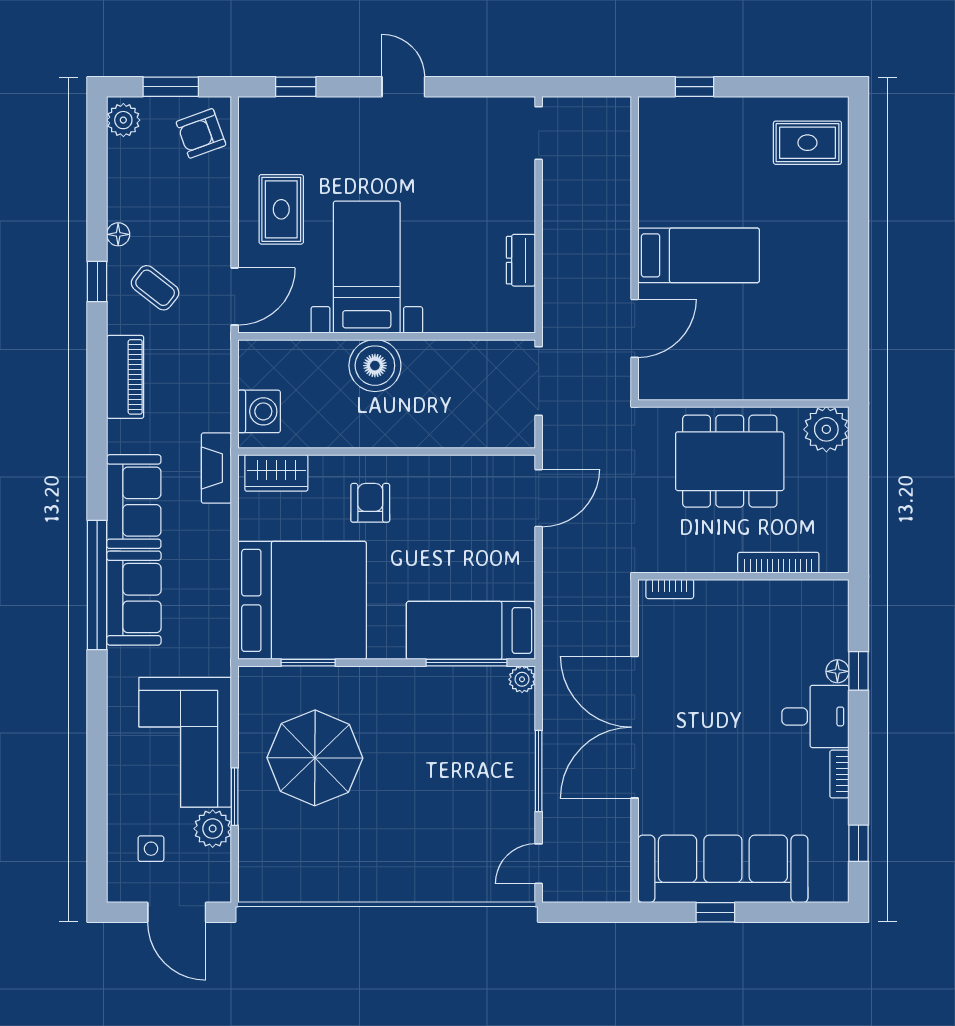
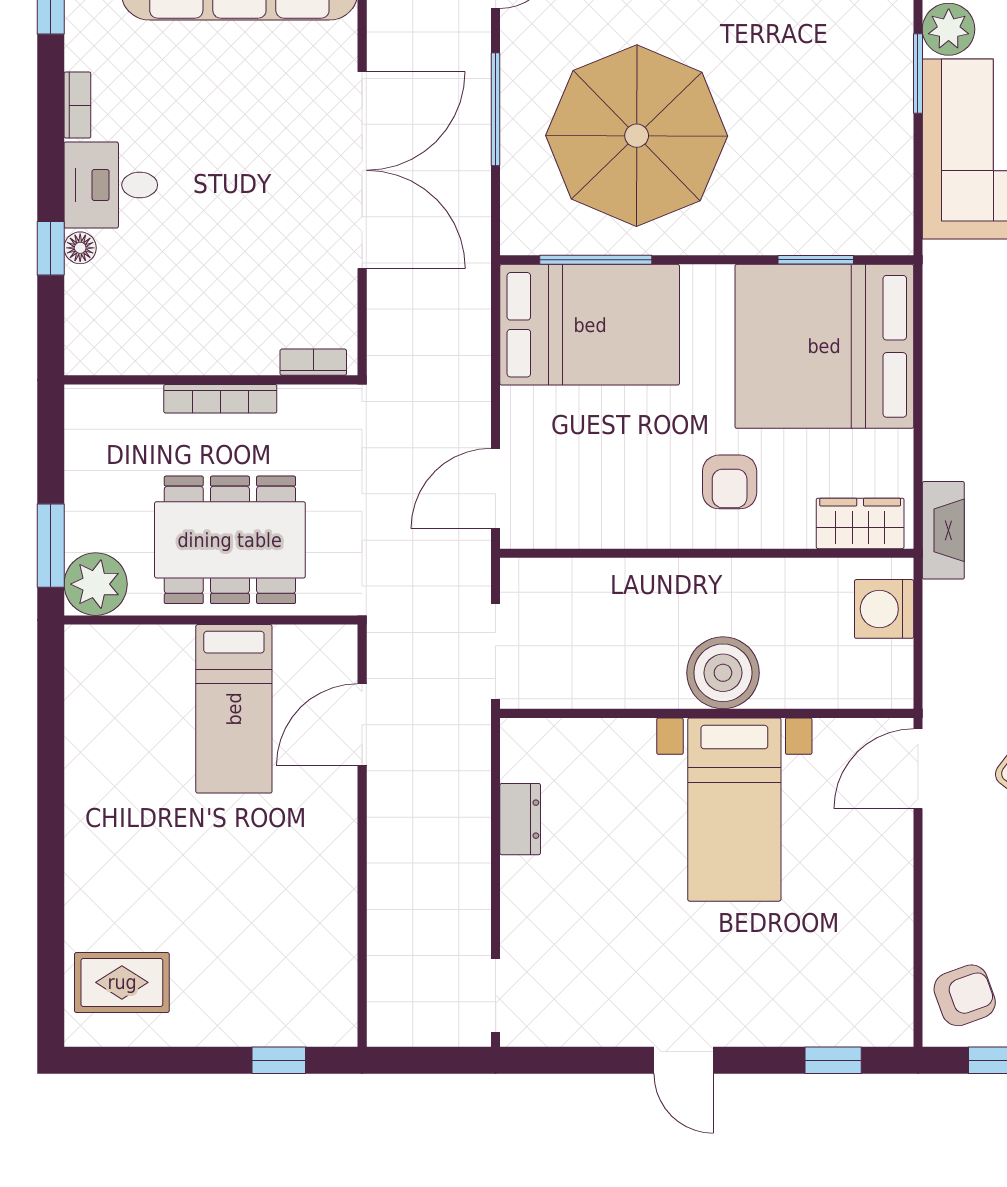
rug: (281, 209) -> (853, 890), removed
bed: (699, 255) -> (234, 709), moved, turned -90
window: (859, 457) -> (51, 546), added
bookcase: (778, 563) -> (220, 399), moved
bed: (471, 630) -> (590, 325), width x1.50
plant: (522, 679) -> (519, 237), removed
parasol: (315, 758) -> (637, 136), moved, width x1.36, depth x1.36

